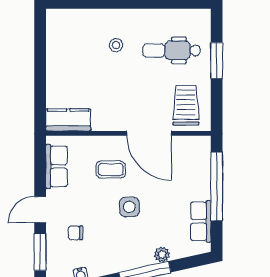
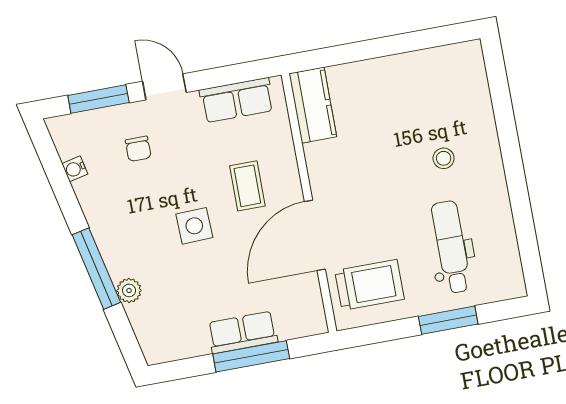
window: (217, 187) -> (251, 356), width x0.68
row of seats: (201, 221) -> (243, 332), moved
chair: (75, 233) -> (138, 149), turned 180

